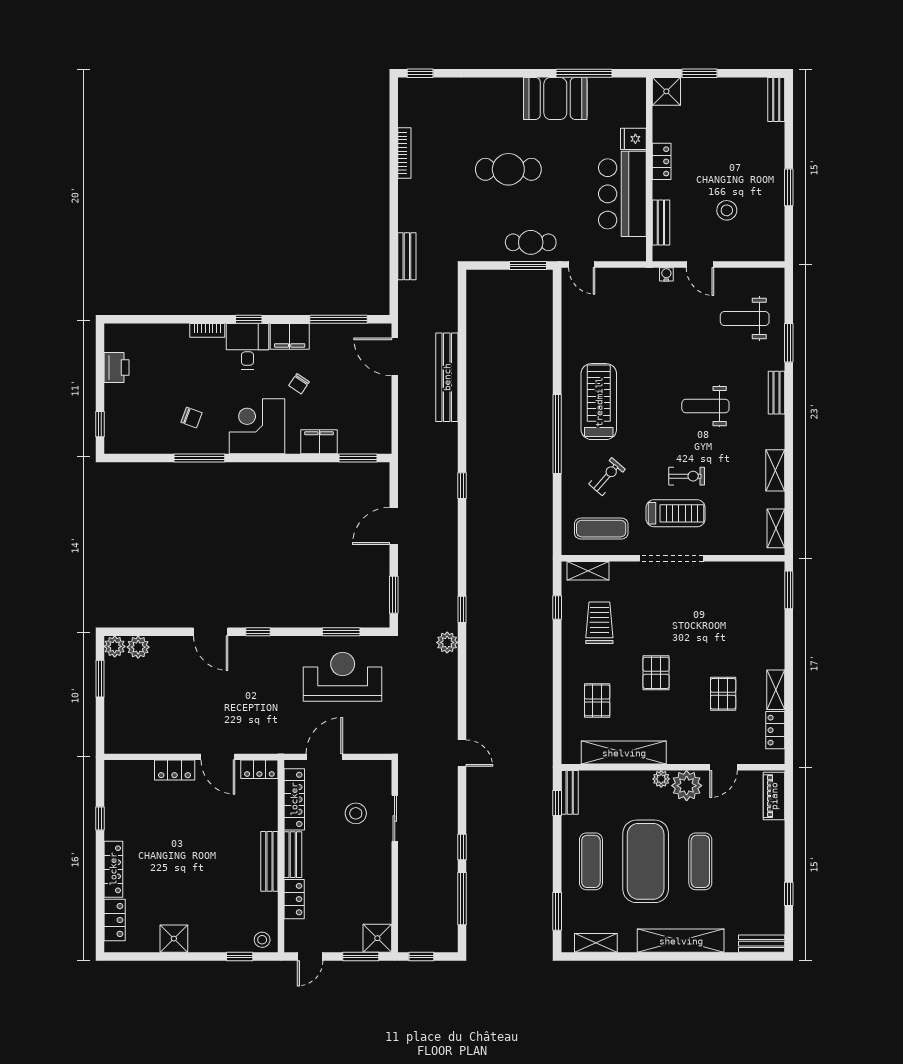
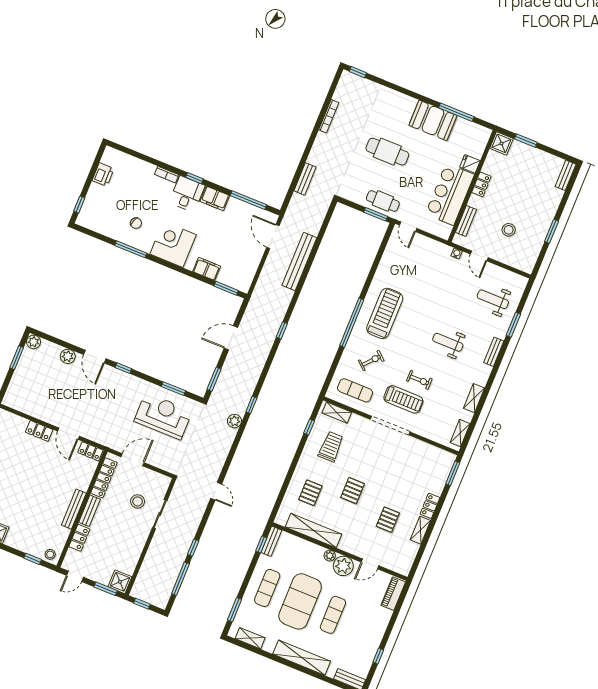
chair: (299, 384) -> (209, 229), removed
plant: (138, 647) -> (68, 356), moved
locker: (775, 730) -> (430, 506), moved

